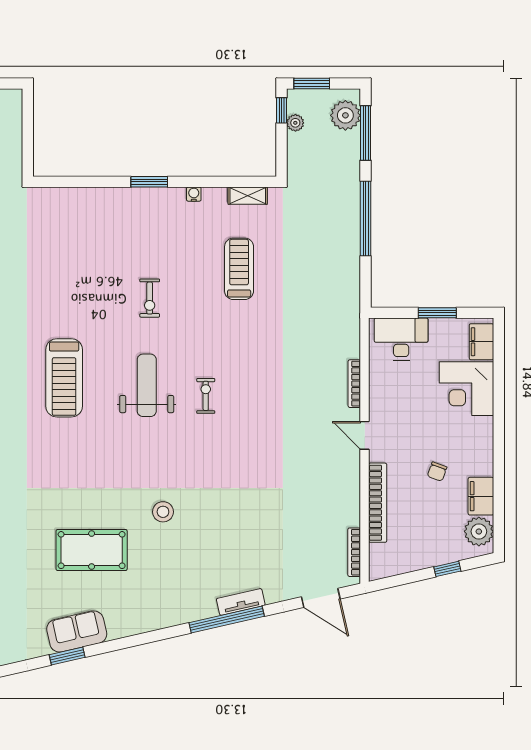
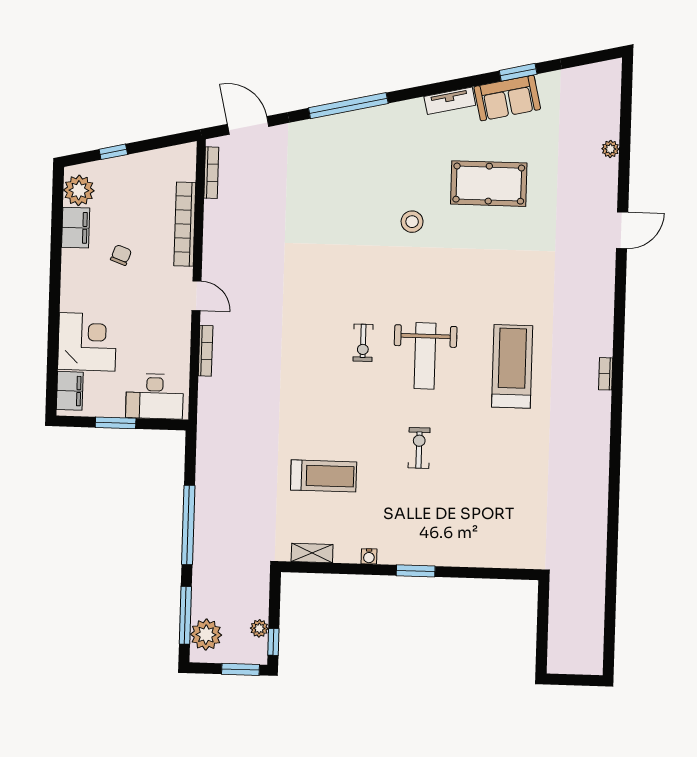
treadmill: (239, 269) -> (324, 476), turned -90
tv unit: (241, 602) -> (450, 101), moved

